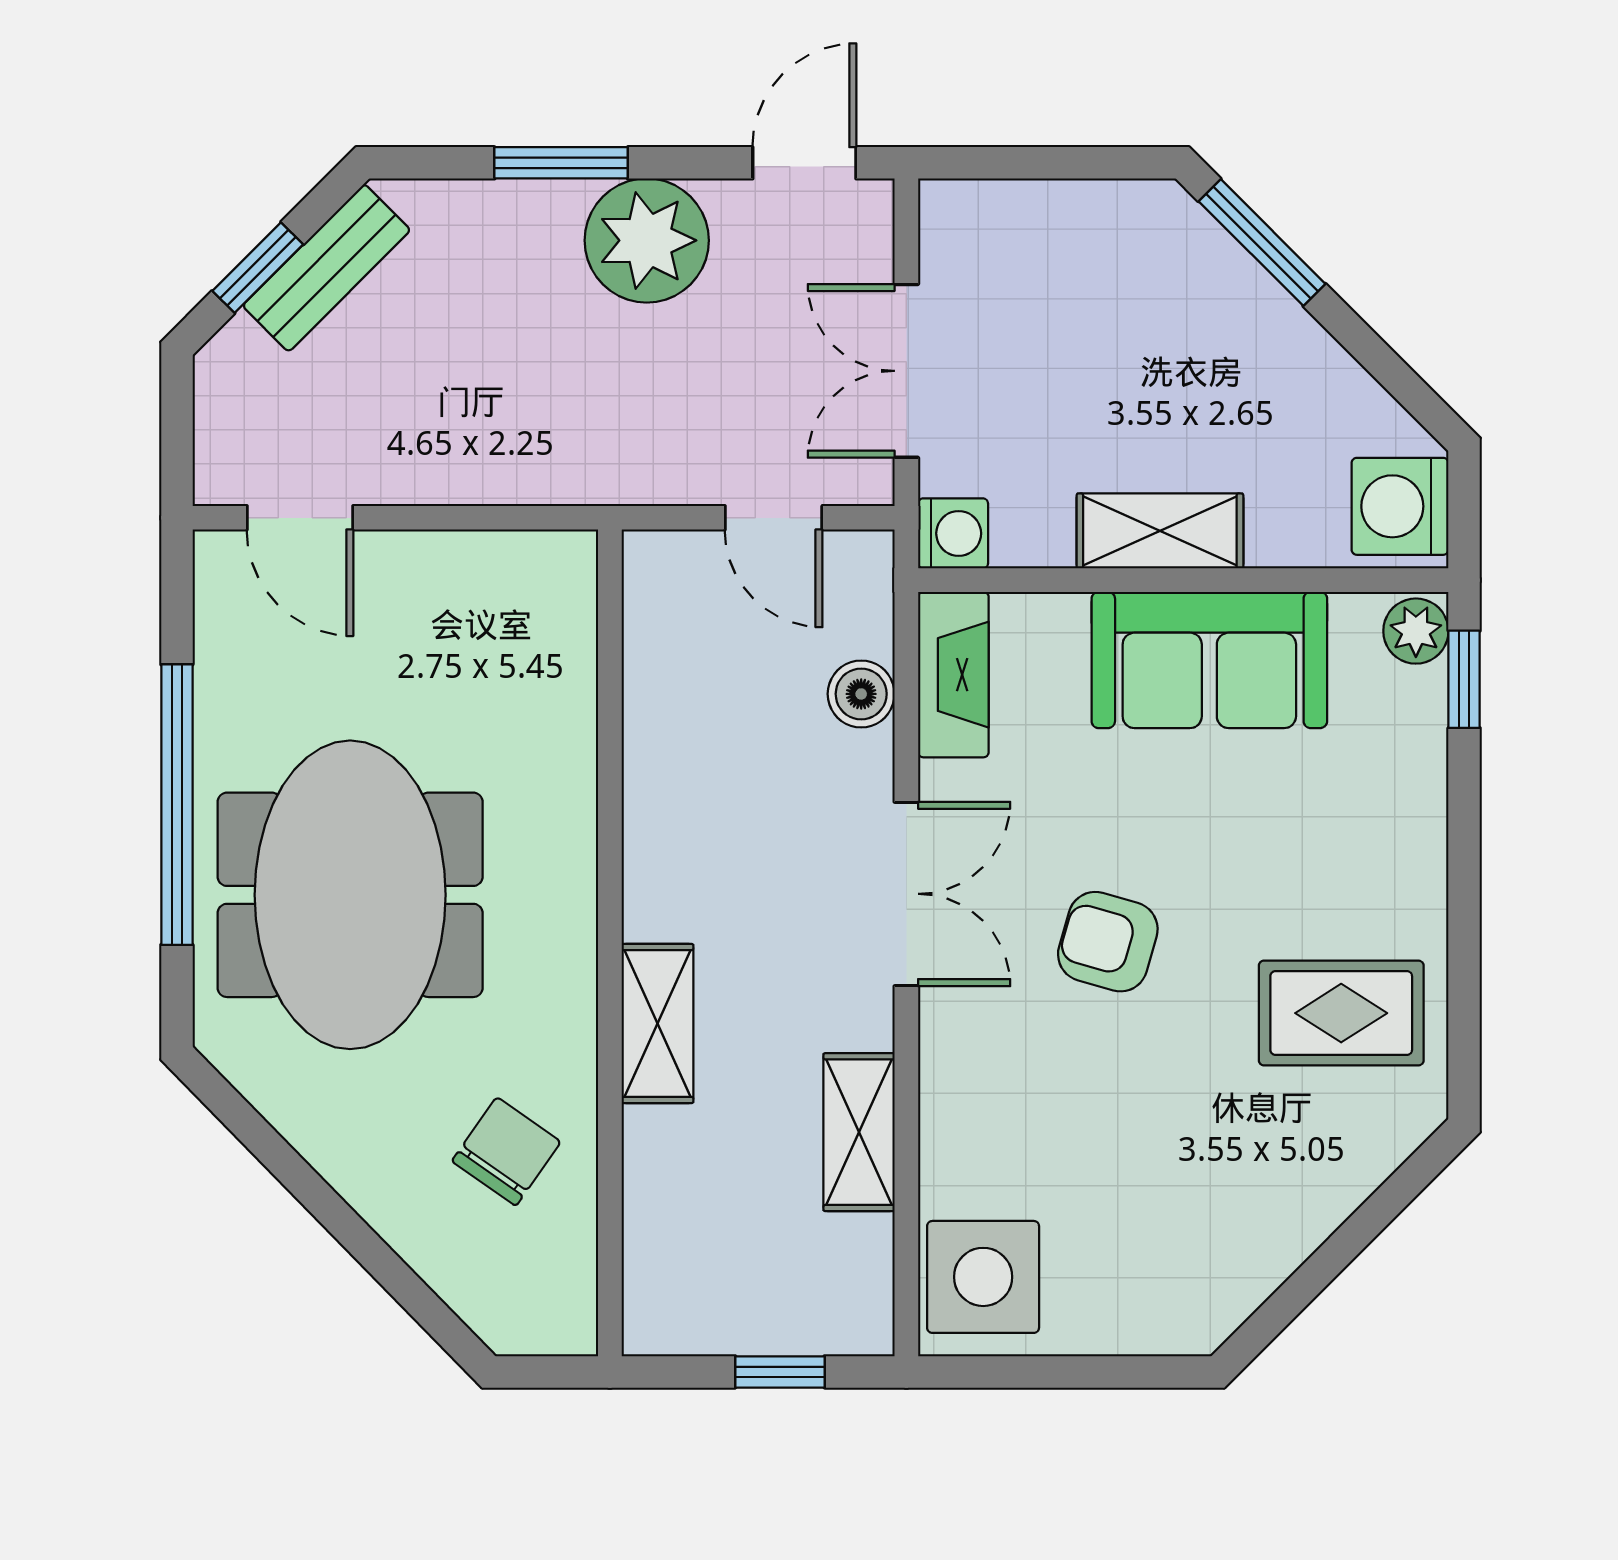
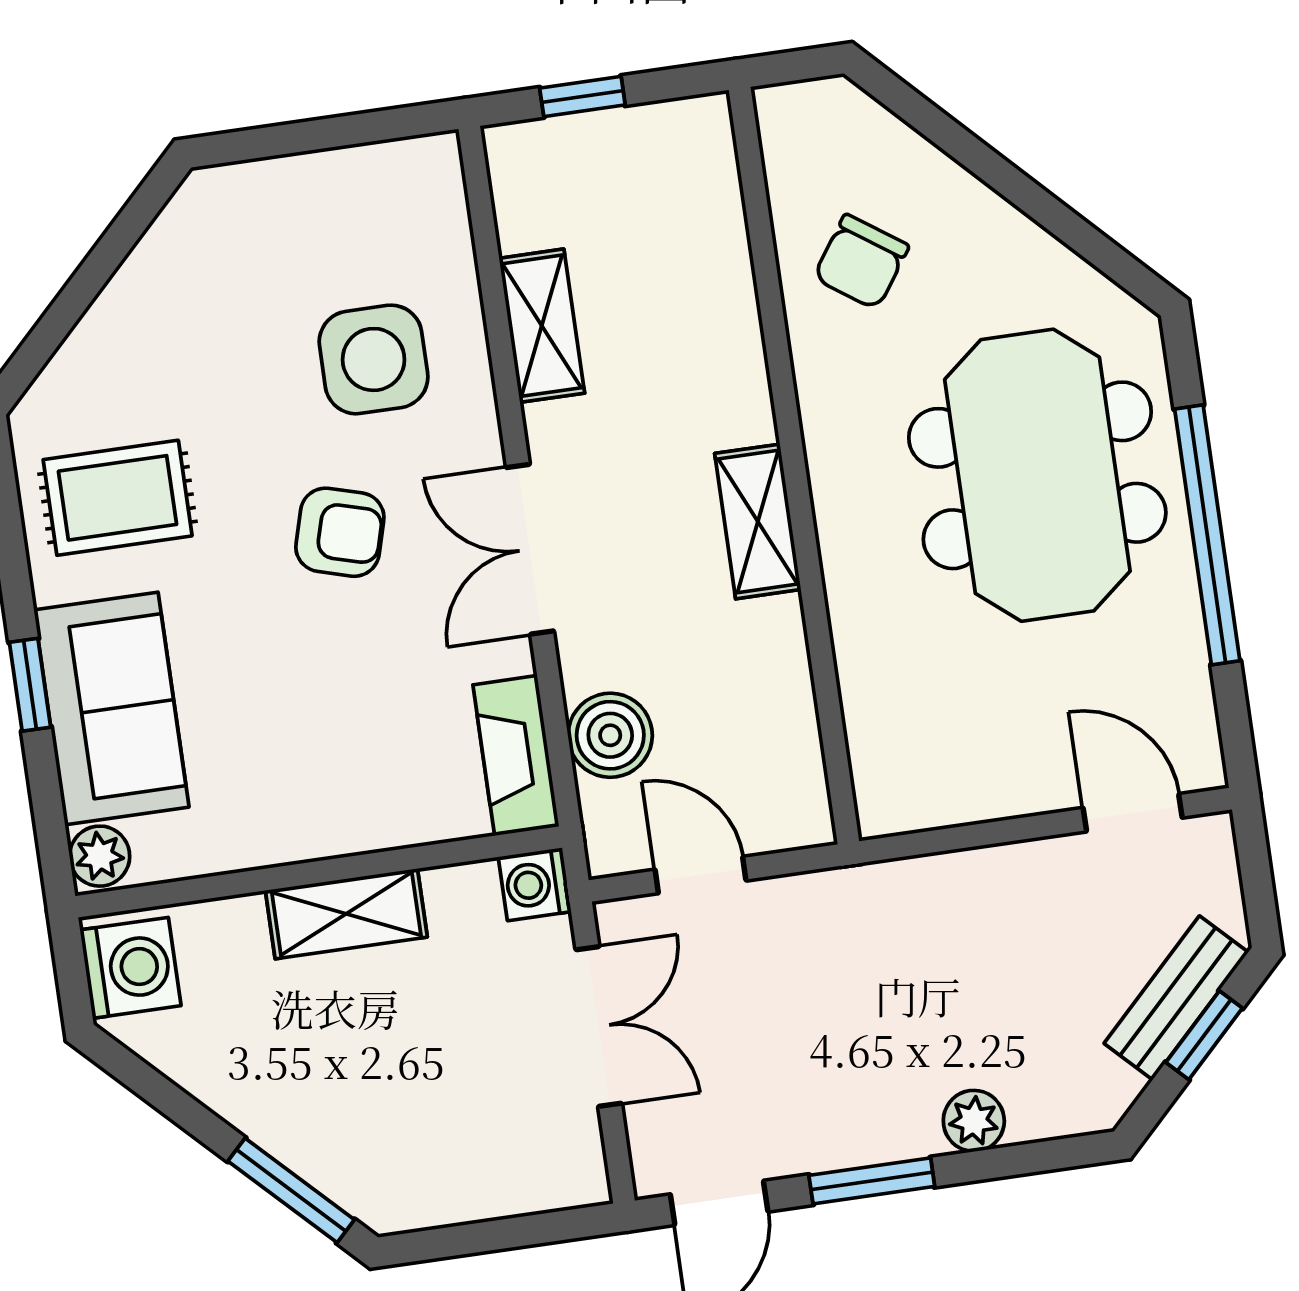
window: (561, 163) -> (872, 1181), moved
plant: (647, 240) -> (974, 1121), moved, width x0.53, depth x0.53
bench: (326, 268) -> (1176, 998), moved
sofa: (1209, 660) -> (111, 709), moved, turned 90
window: (1464, 679) -> (30, 685), moved
boiler: (861, 694) -> (610, 735), width x1.36, depth x1.36
shelving: (657, 1024) -> (758, 521), moved
side table: (983, 1277) -> (374, 359), moved

